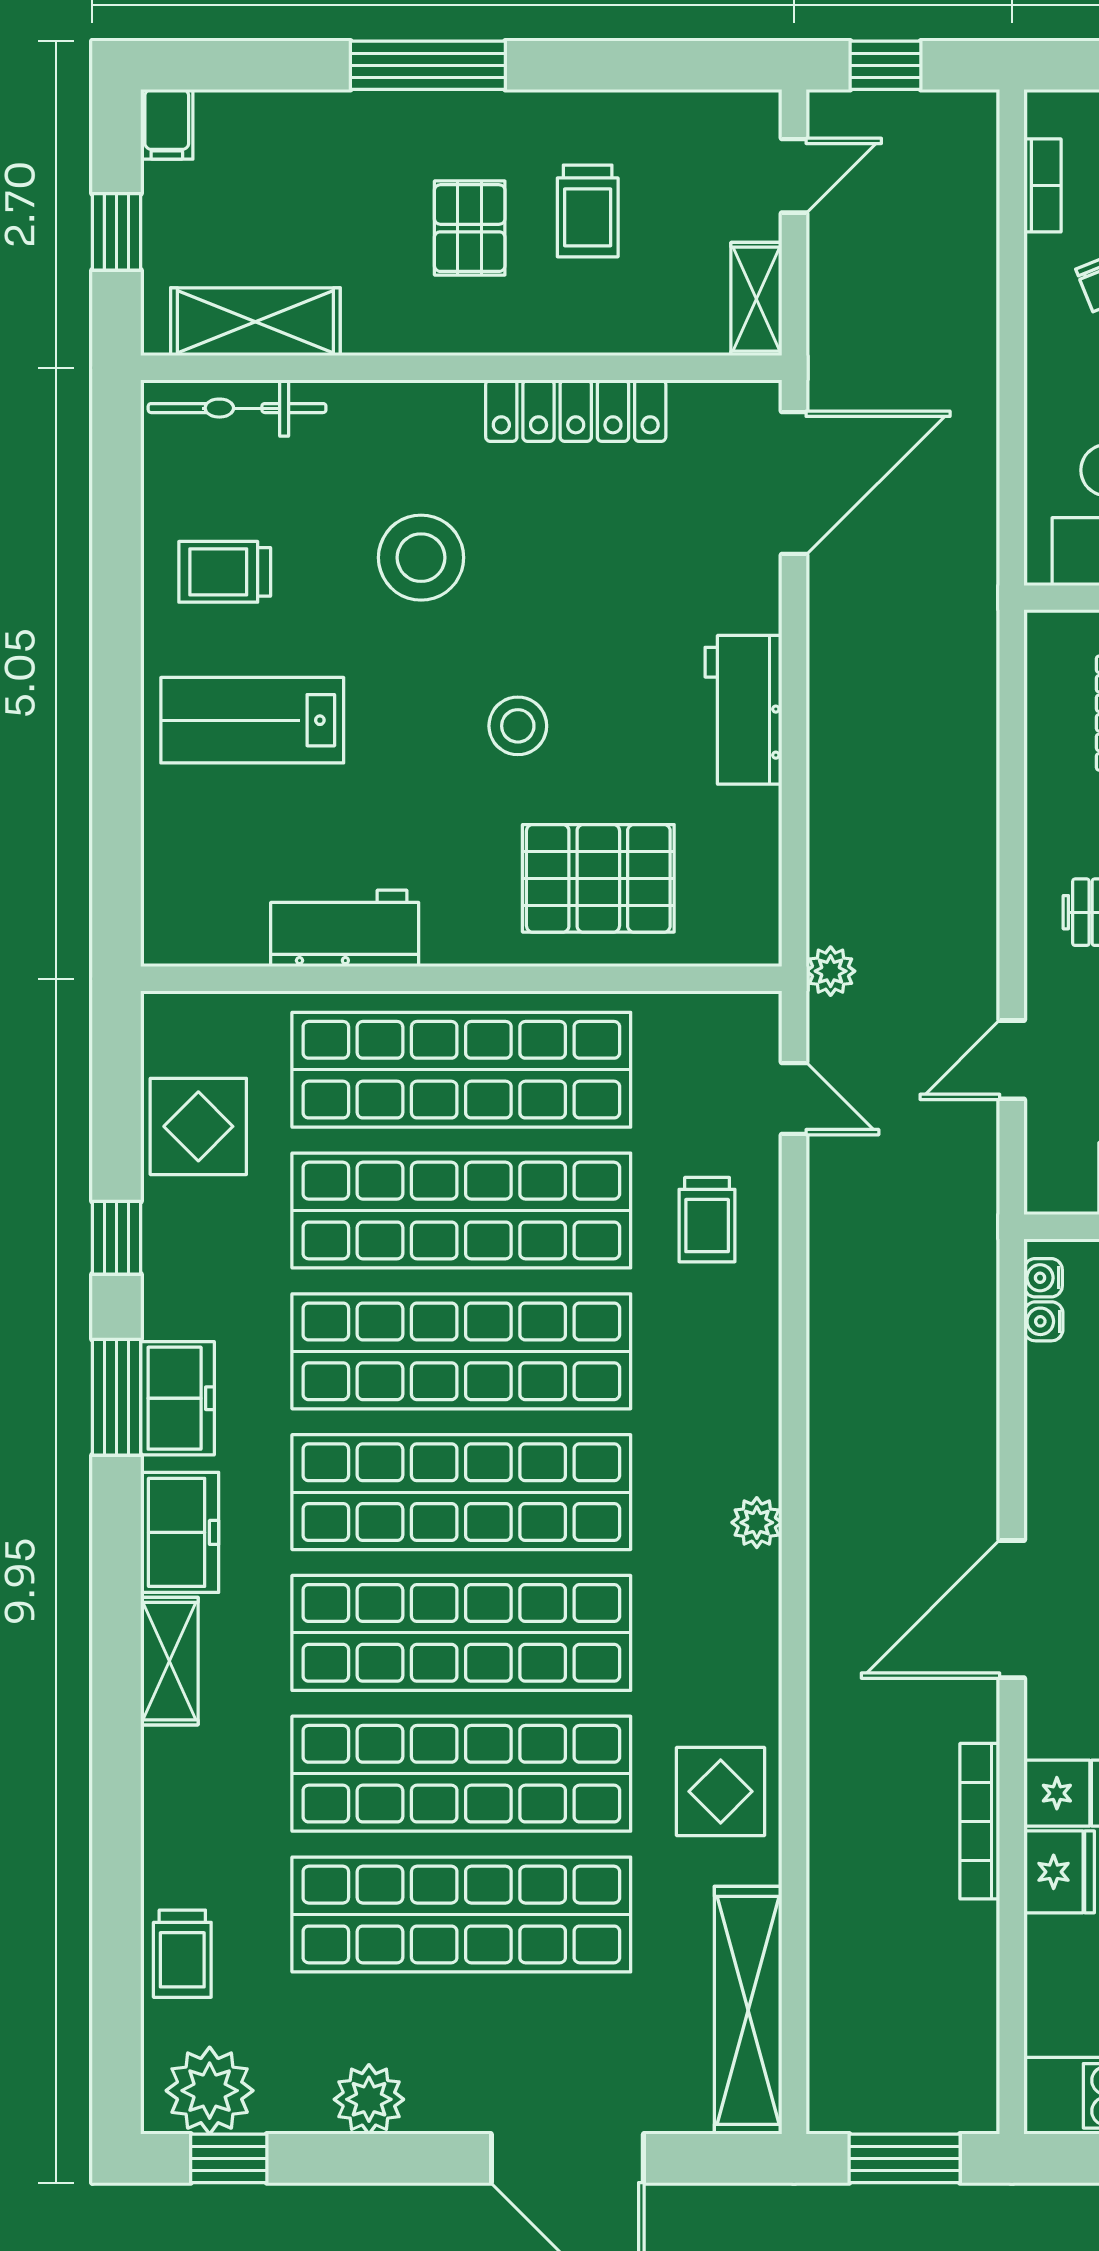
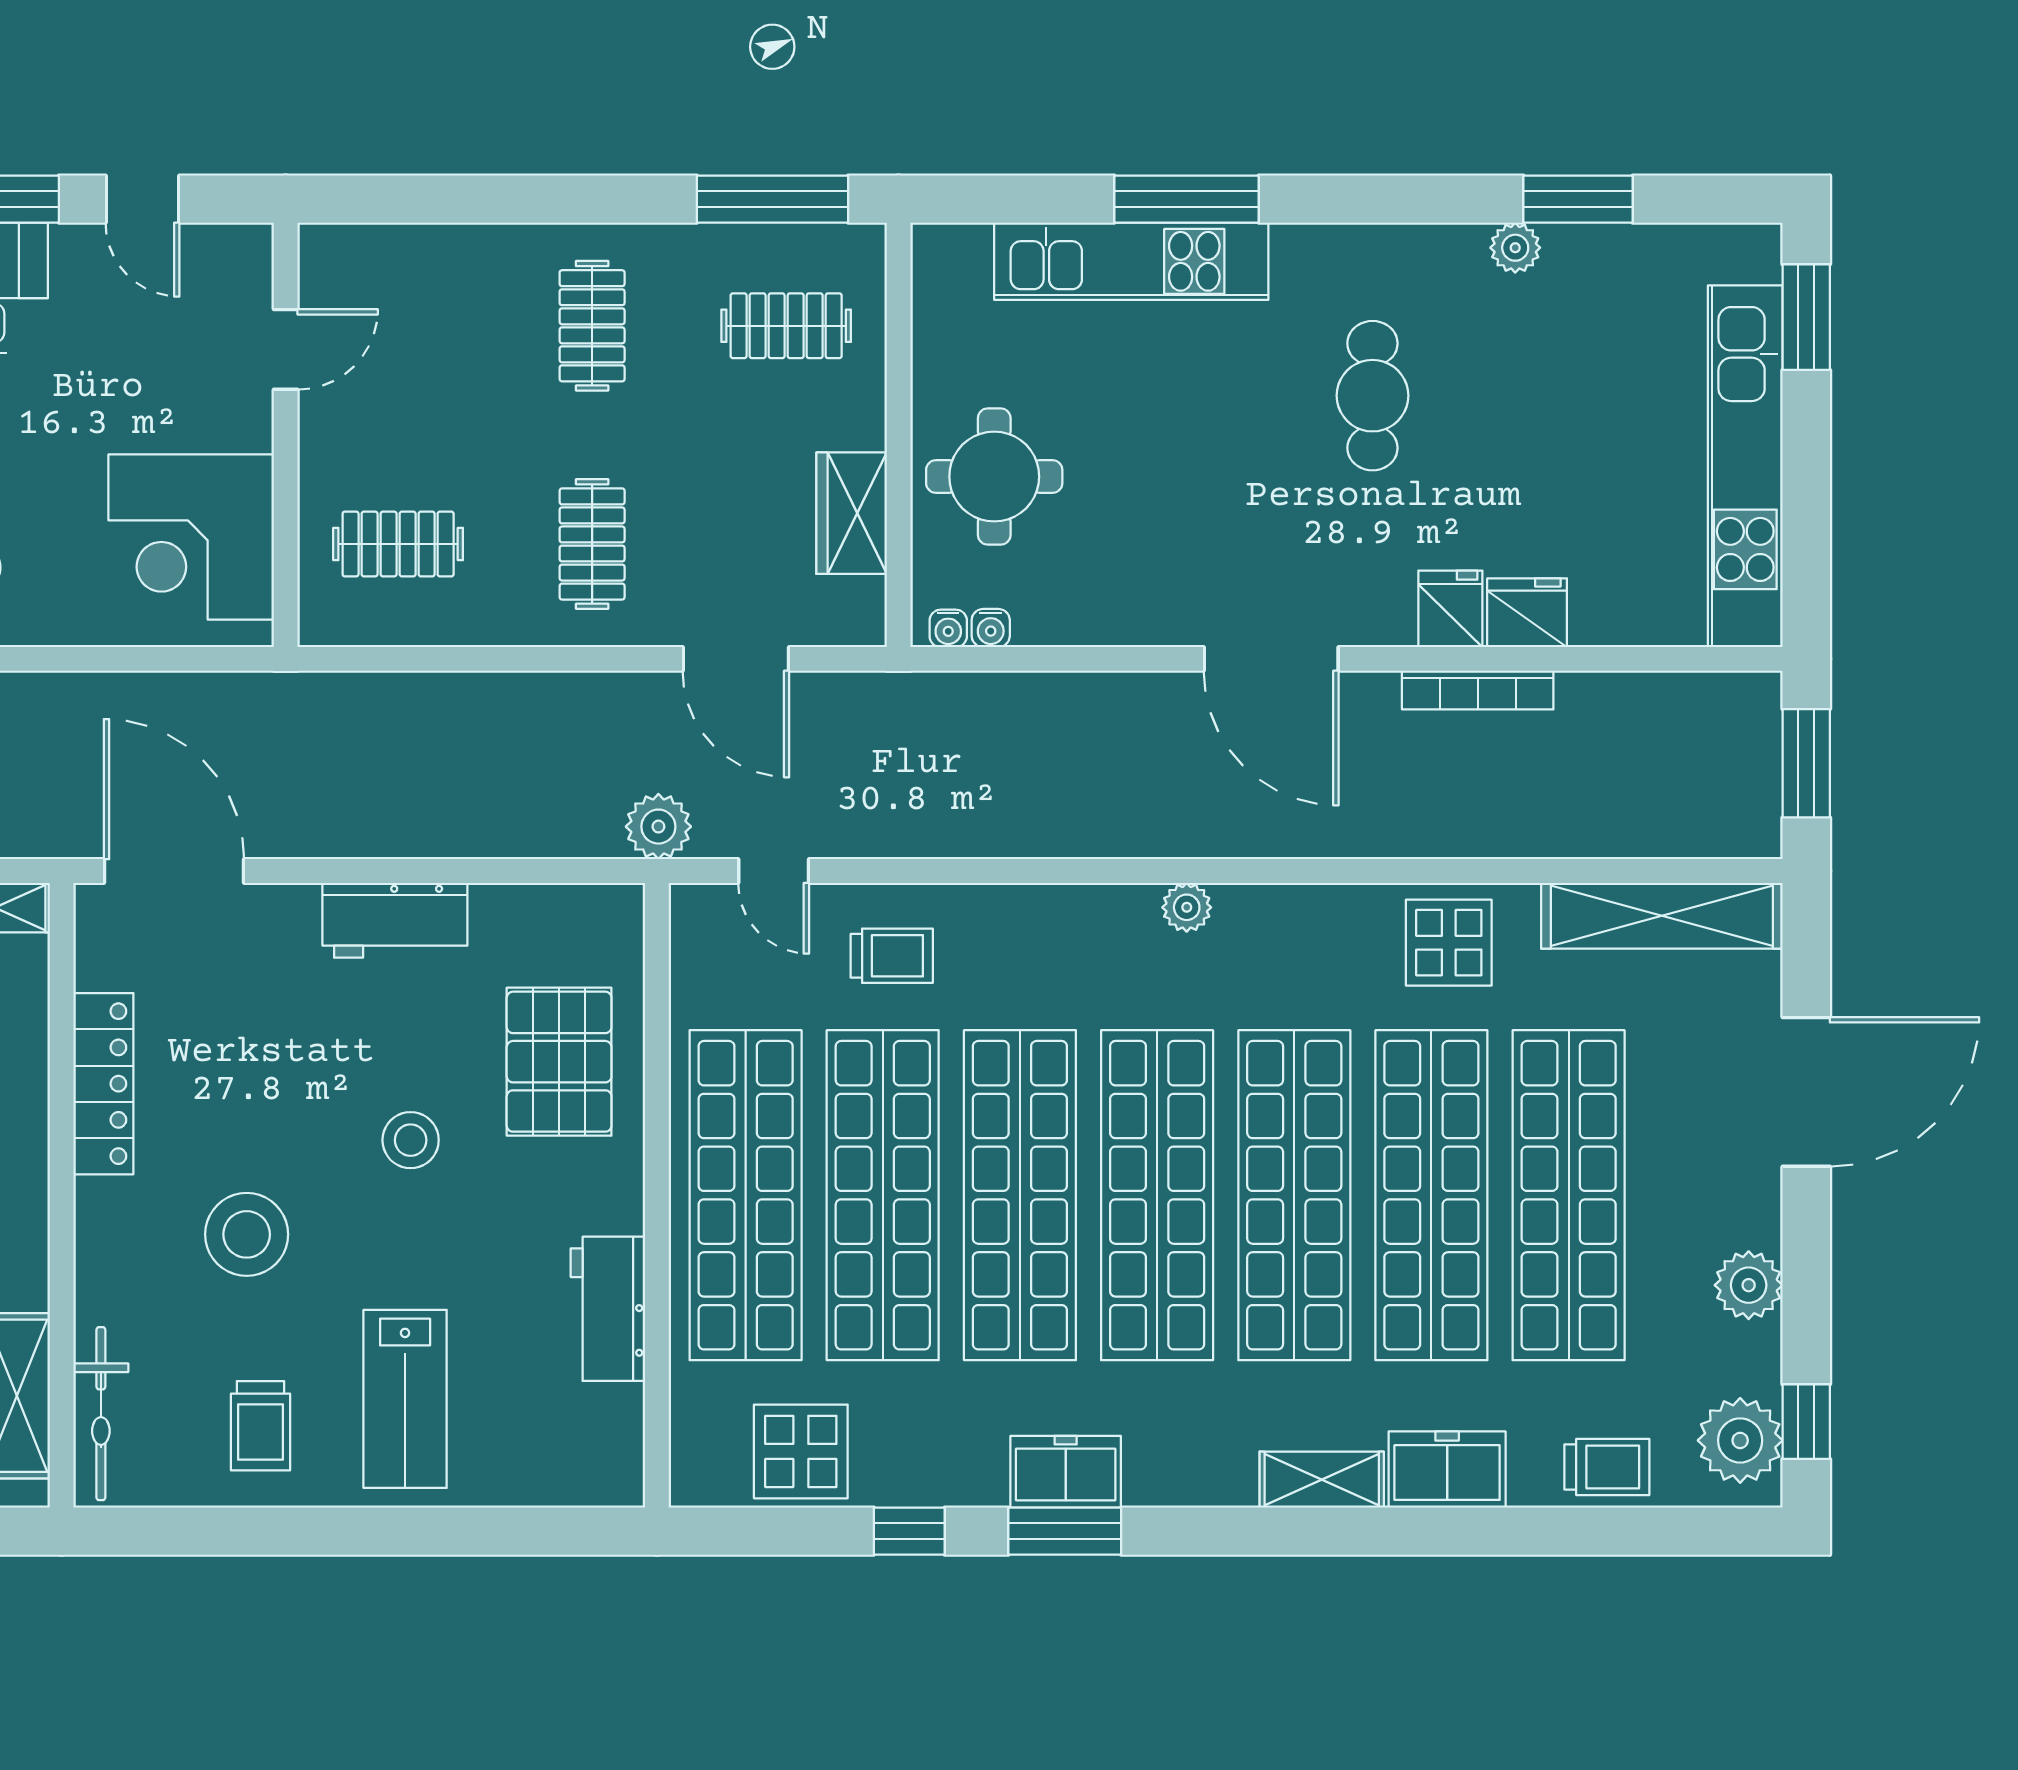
plant: (831, 971) -> (658, 827), width x1.38, depth x1.38
door: (1012, 1060) -> (736, 659), width x1.38
door: (794, 1099) -> (774, 871), swing flipped
freezer: (180, 1532) -> (1447, 1470), moved

